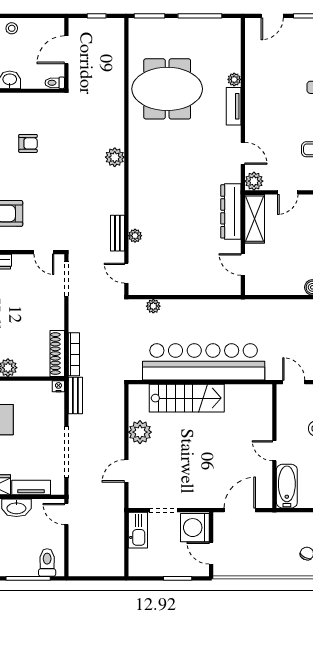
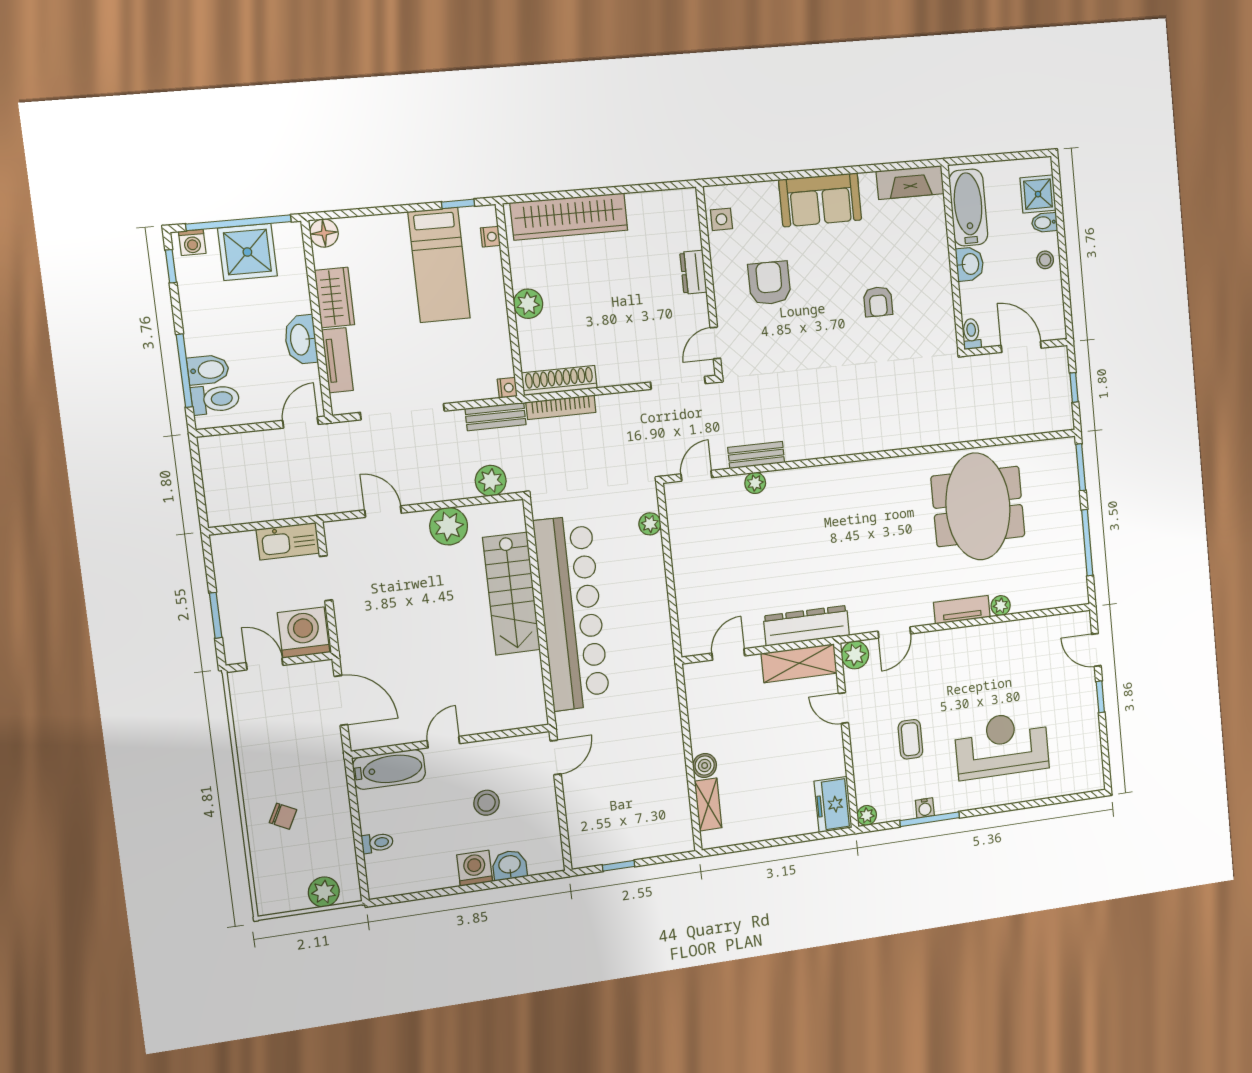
plant: (115, 157) -> (491, 481), moved
door: (211, 553) -> (265, 664), hinge flipped
bidet: (29, 564) -> (208, 370), added

